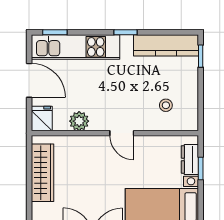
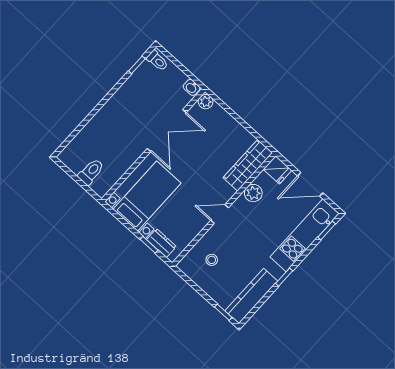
wardrobe: (43, 173) -> (248, 165), moved, turned 90

